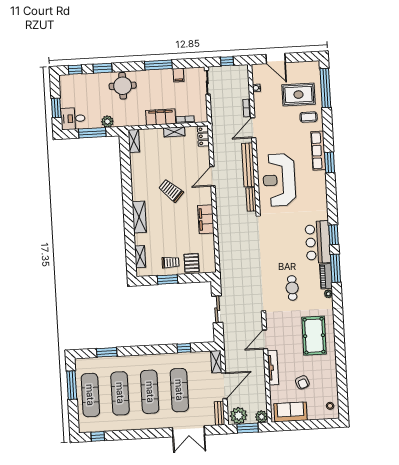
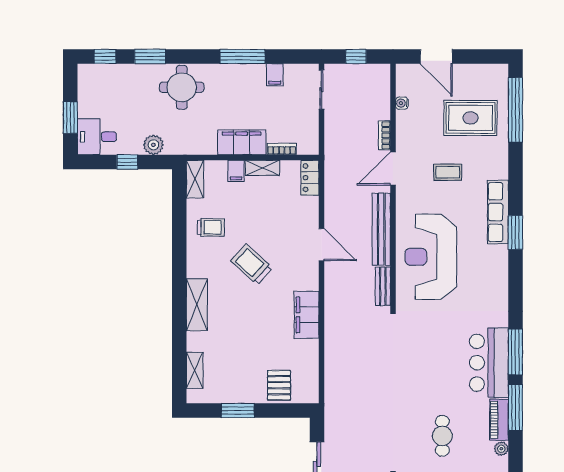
coffee table: (309, 117) -> (448, 172), moved
window: (92, 133) -> (127, 162), width x0.46
filing cabinet: (158, 134) -> (236, 171), added
door: (213, 176) -> (321, 245), swing flipped
window: (334, 235) -> (515, 352), width x1.44
trolley: (170, 262) -> (211, 227), moved

